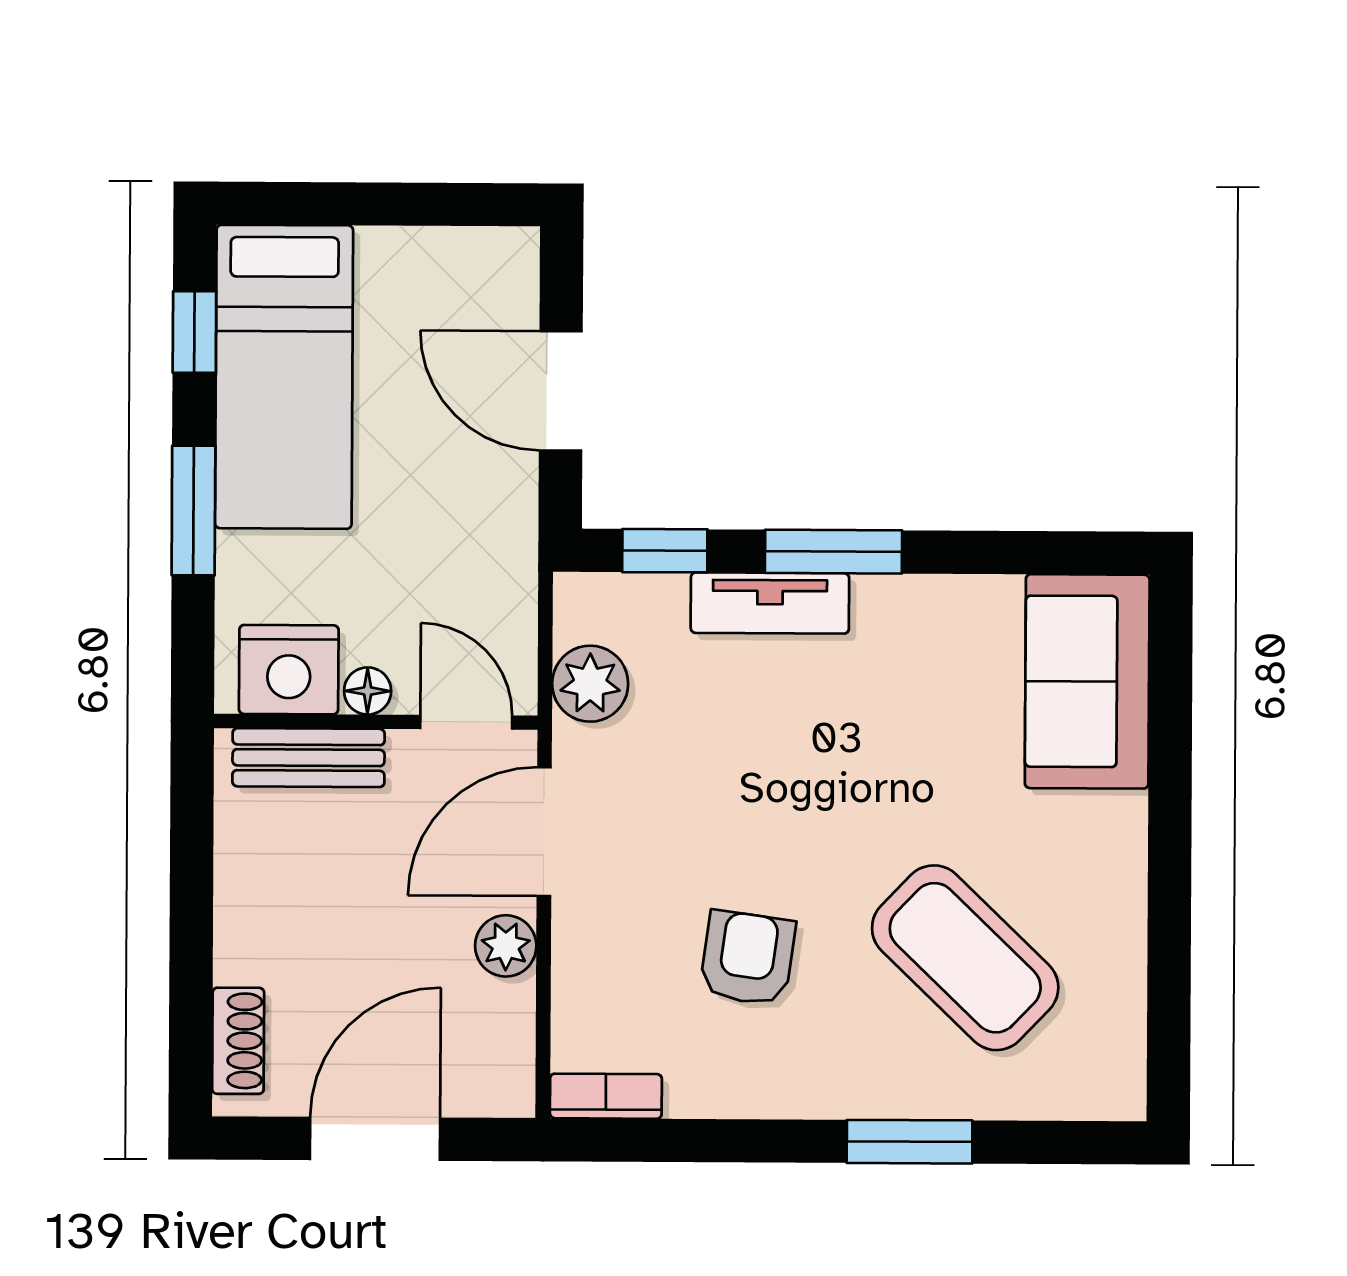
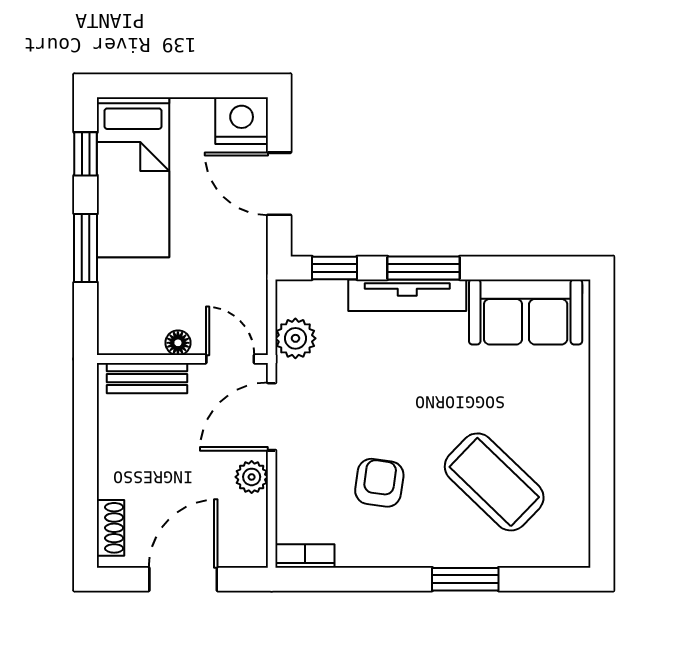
tv unit: (770, 603) -> (407, 295), width x1.41
nightstand: (289, 670) -> (242, 121), moved, turned 180
sofa: (1087, 681) -> (526, 312), moved, turned -90

